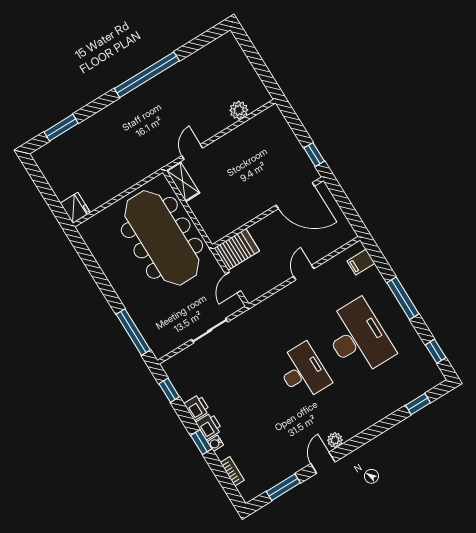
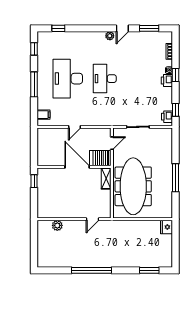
shelving: (183, 182) -> (106, 179), moved
door: (295, 196) -> (77, 167), moved
window: (133, 332) -> (176, 178), moved
printer: (197, 407) -> (167, 117), moved

